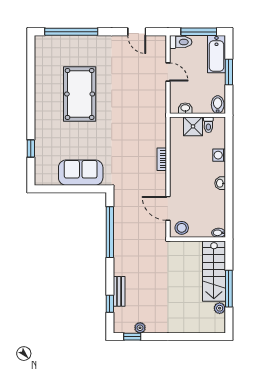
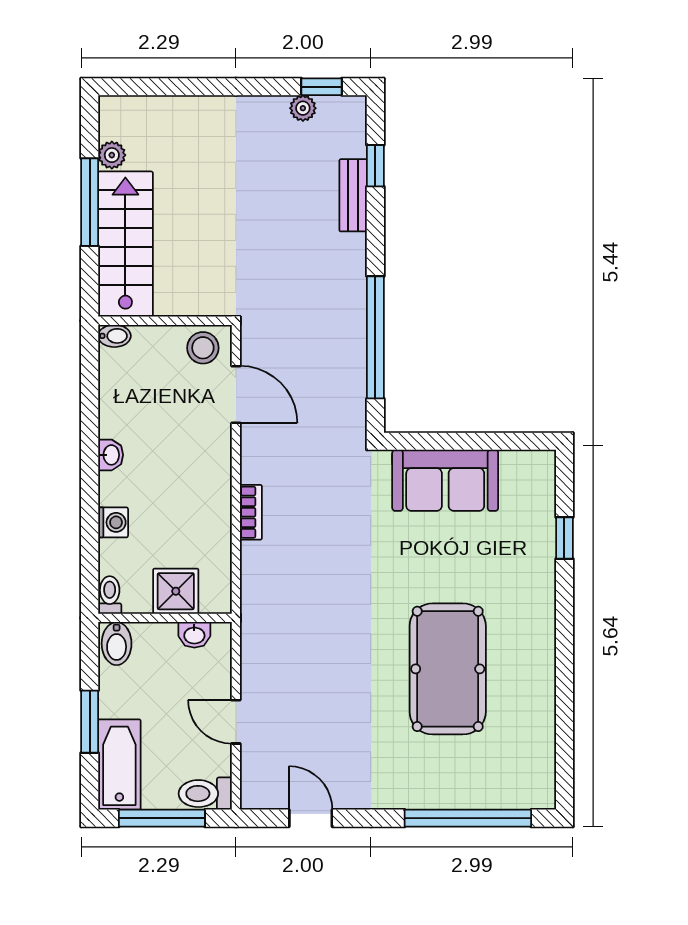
toilet: (208, 125) -> (110, 595), moved

